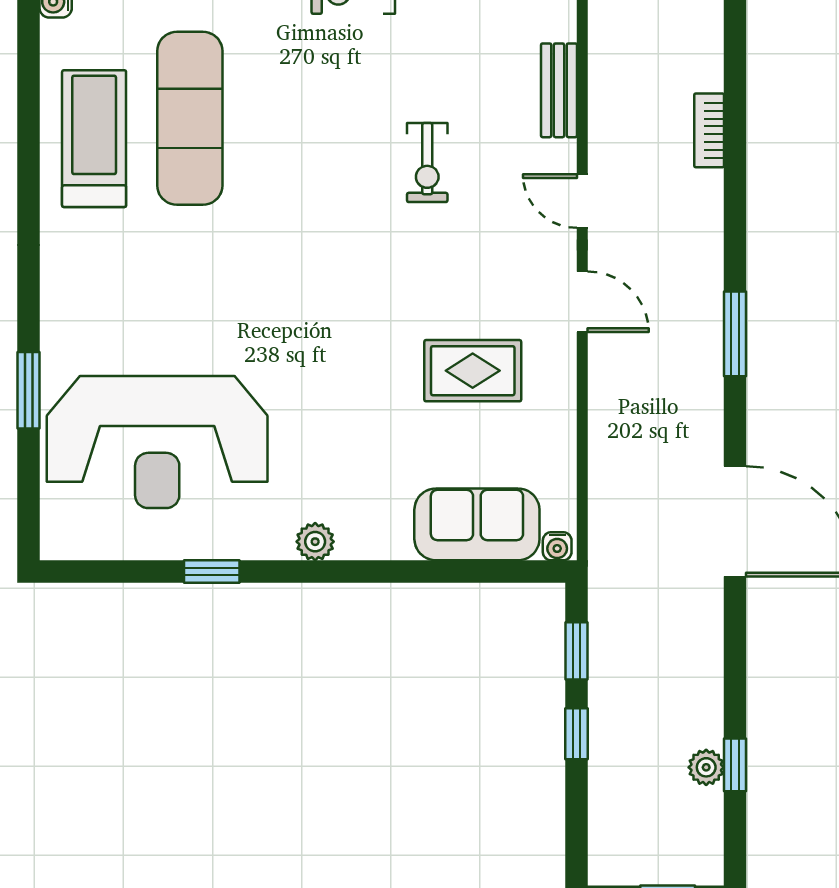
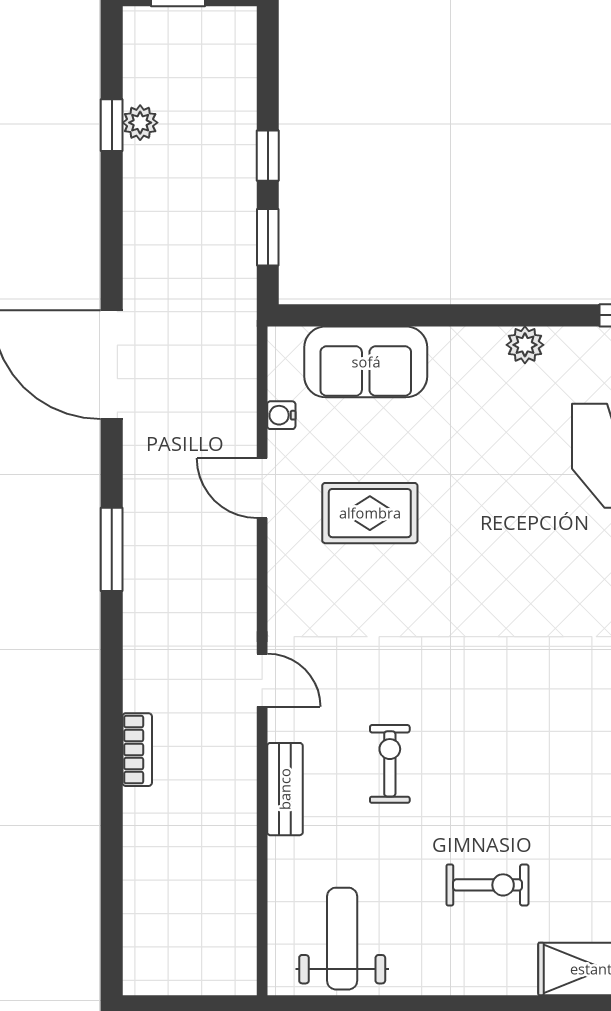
exercise bike: (427, 163) -> (390, 764), moved
door: (582, 302) -> (262, 488), moved
water cooler: (557, 546) -> (281, 415), moved, turned -90

